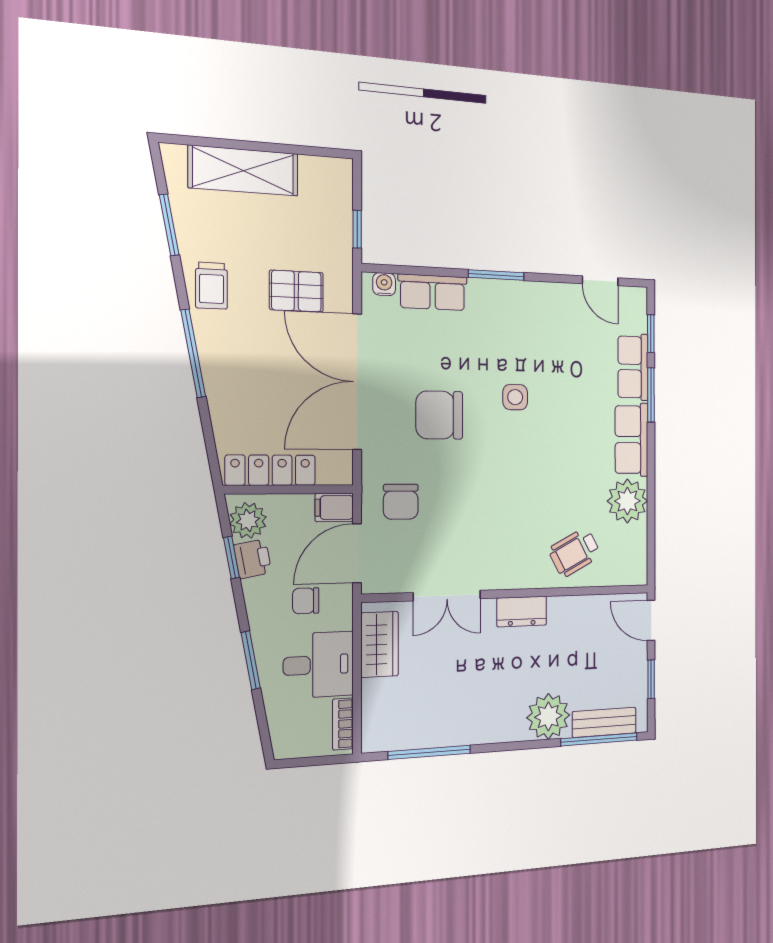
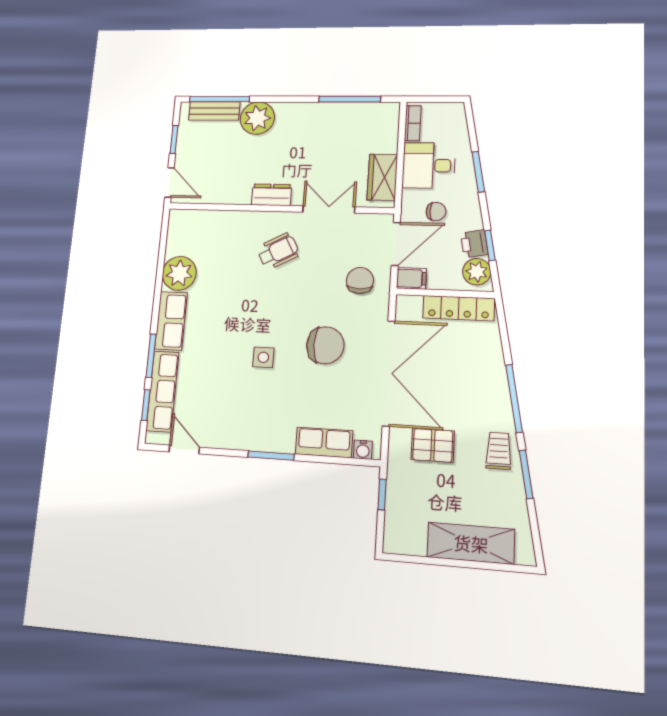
window: (169, 225) -> (526, 474), moved
row of seats: (633, 367) -> (162, 391), width x1.48
wheelchair: (575, 552) -> (278, 251), moved

